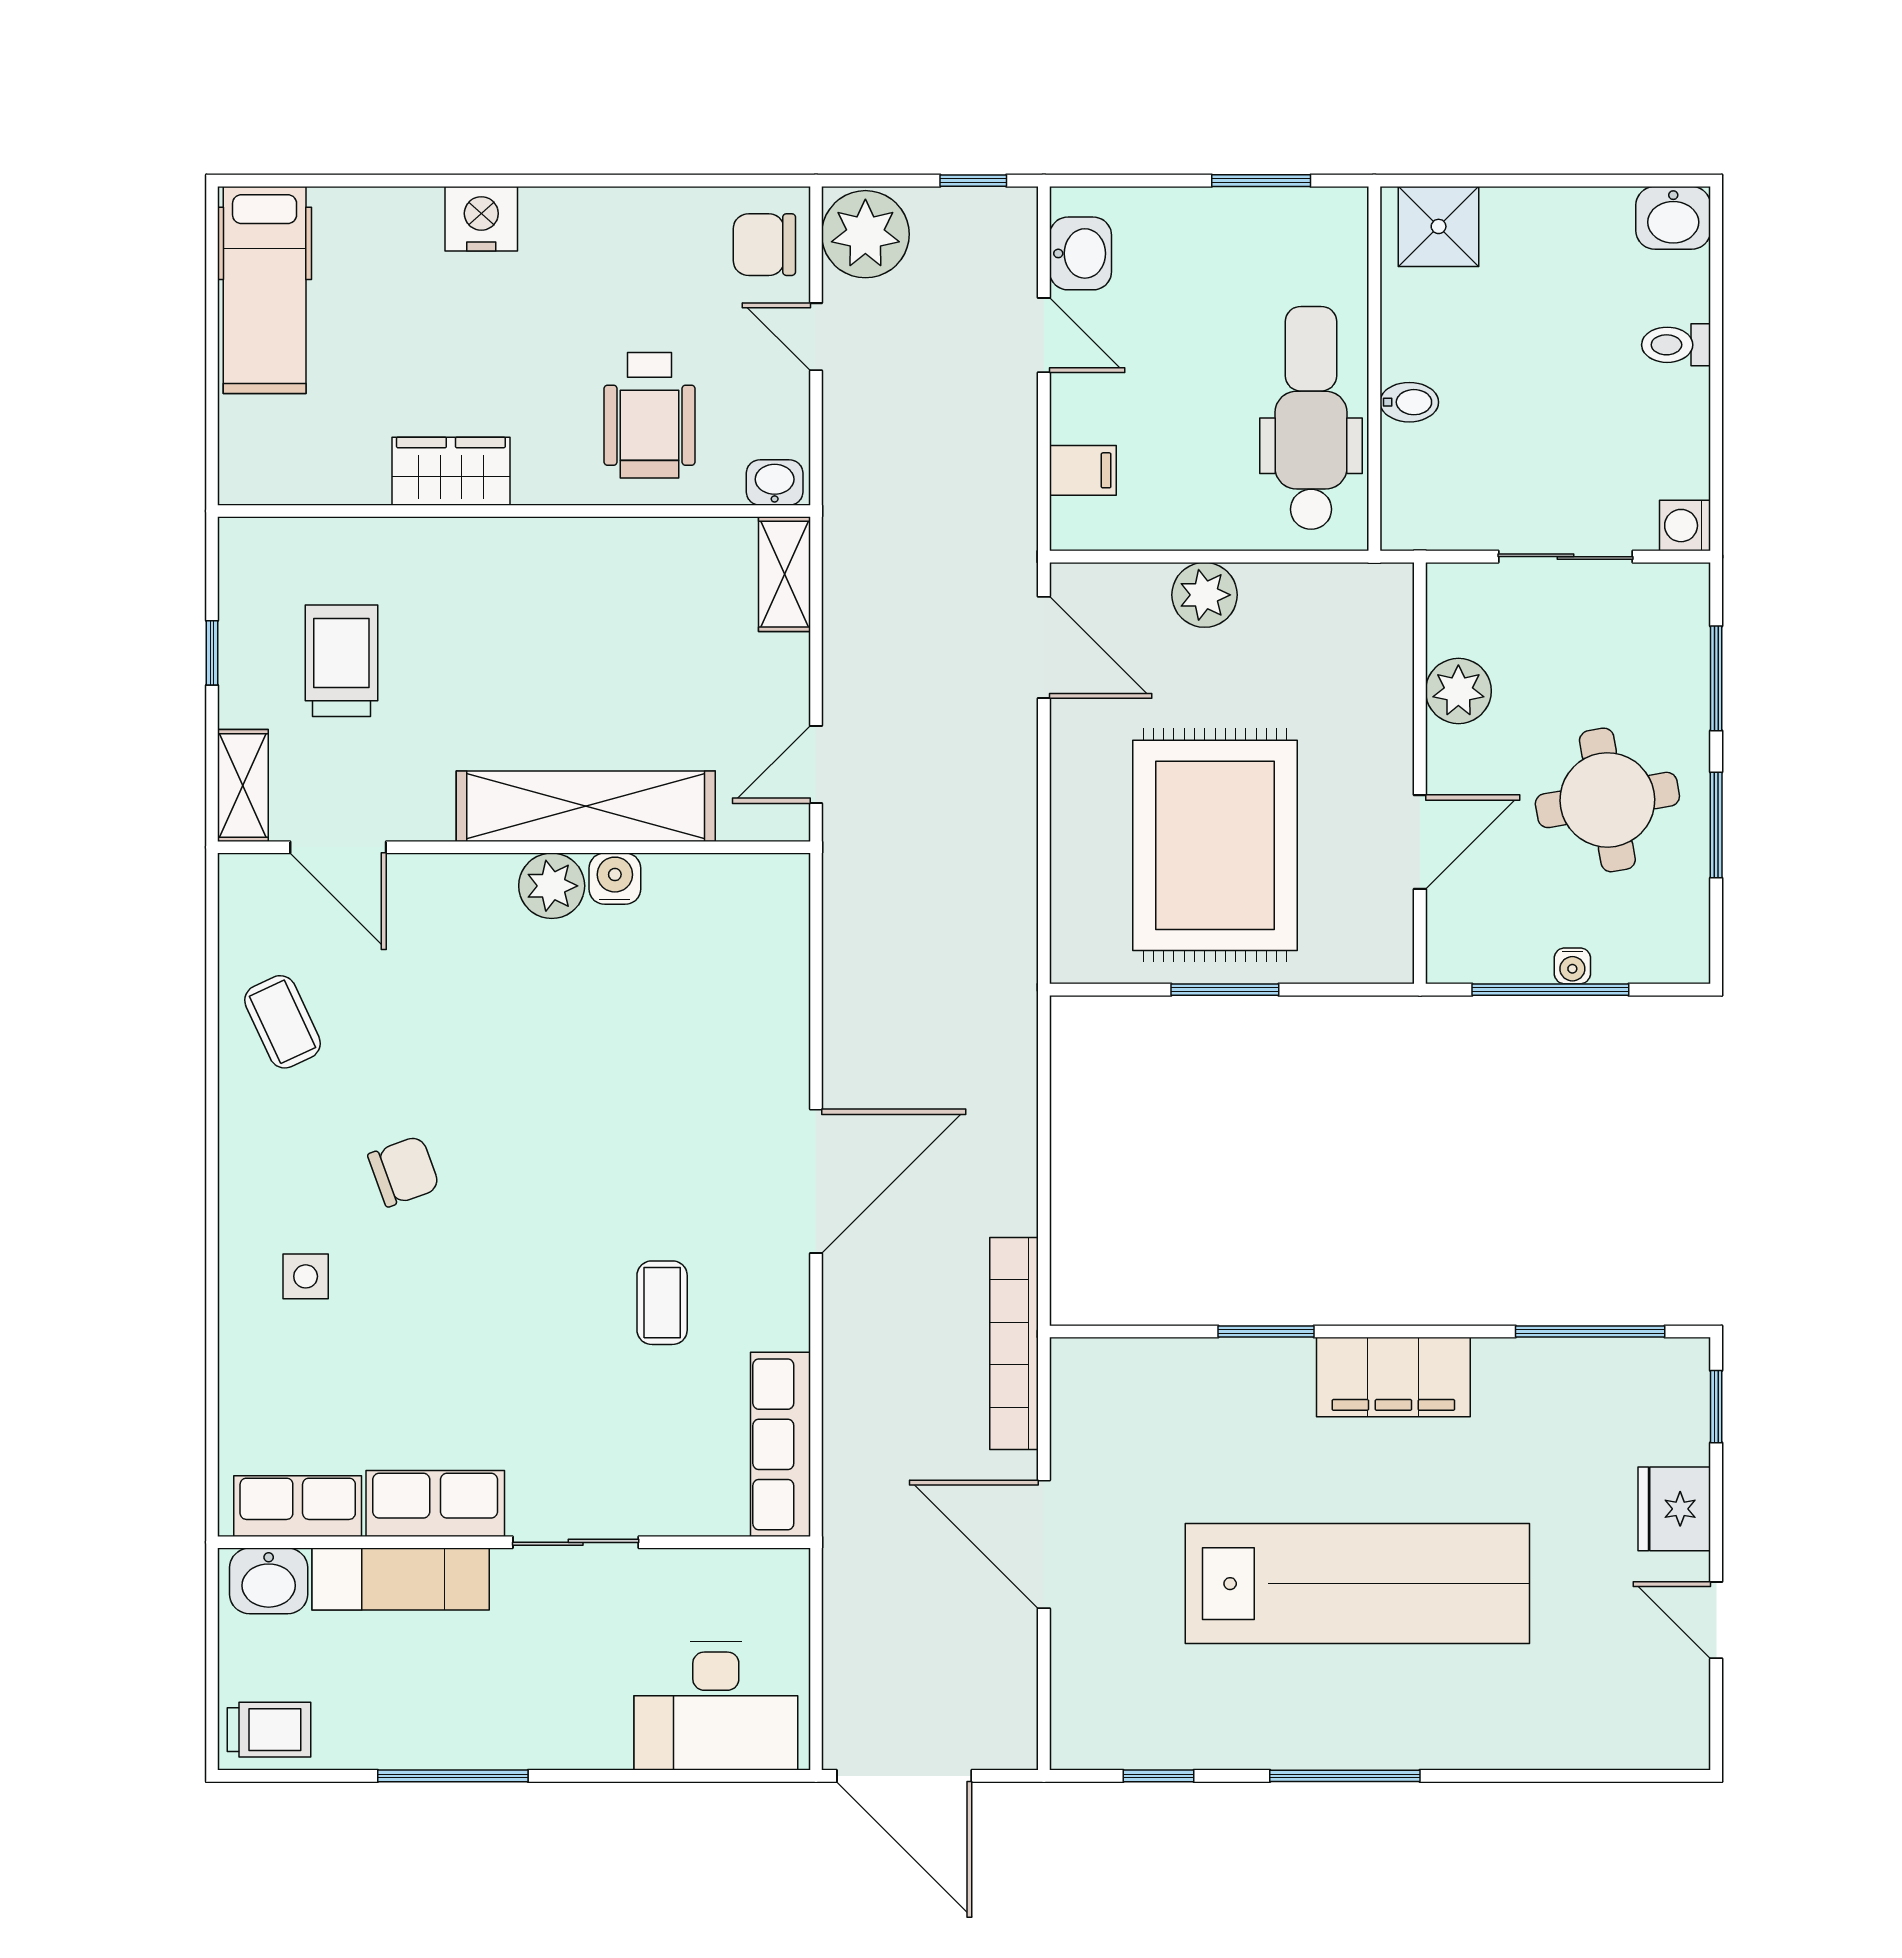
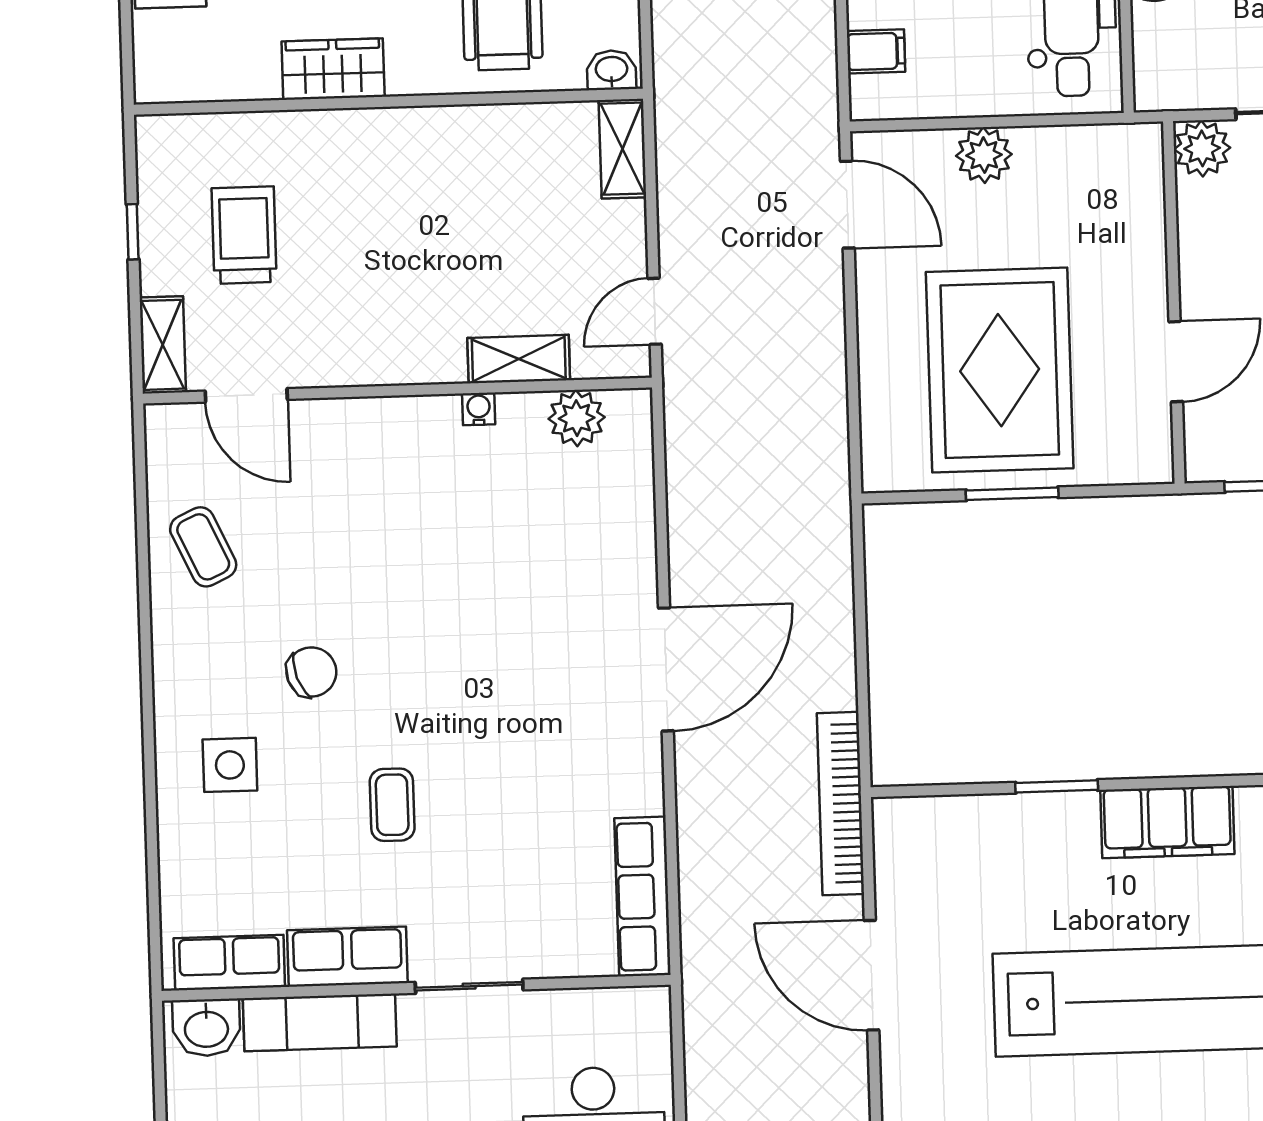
plant: (1458, 691) -> (1202, 148), moved
shelving: (586, 806) -> (519, 359), width x0.45, depth x0.75
water cooler: (615, 879) -> (479, 409), width x0.72, depth x0.72
plant: (552, 886) -> (577, 418), moved
side table: (306, 1276) -> (230, 765), width x1.37, depth x1.37
coffee table: (662, 1303) -> (392, 805), moved

